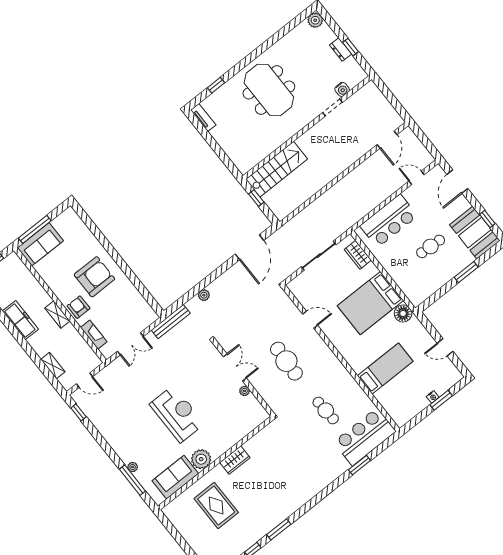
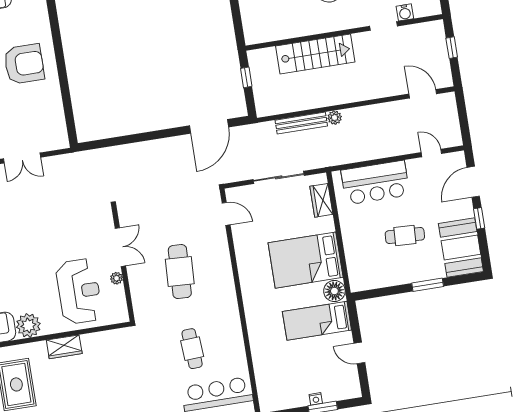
window: (389, 96) -> (452, 48), added
door: (387, 140) -> (423, 94), swing flipped
stairs: (277, 169) -> (315, 54), moved
window: (487, 219) -> (479, 218), moved
plant: (204, 295) -> (335, 118), moved
door: (310, 320) -> (226, 214), moved
bench: (171, 322) -> (301, 123), moved
bed: (385, 369) -> (317, 321), moved, turned 180
reception desk: (177, 414) -> (79, 291), moved

